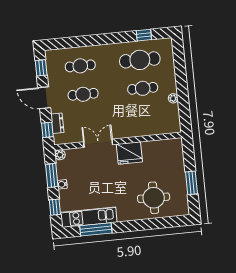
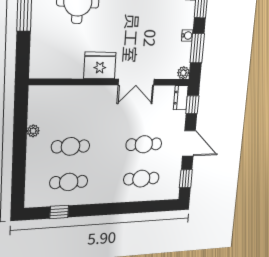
cafe table: (140, 60) -> (69, 182), width x0.73, depth x0.74
dresser: (57, 123) -> (181, 98), moved

